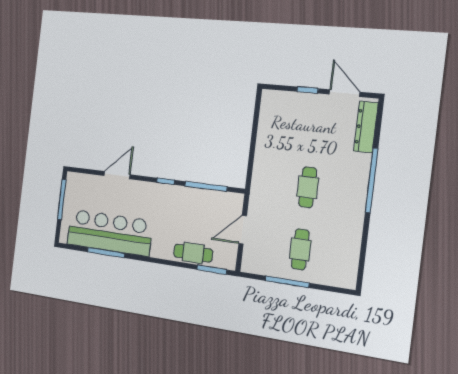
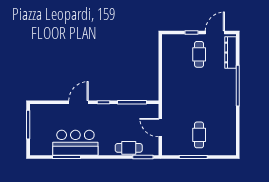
door: (345, 93) -> (215, 32), hinge flipped
door: (117, 175) -> (78, 102), moved
cafe table: (308, 187) -> (199, 54), moved
door: (243, 230) -> (160, 128), hinge flipped
bar counter: (109, 233) -> (75, 143), width x0.73

